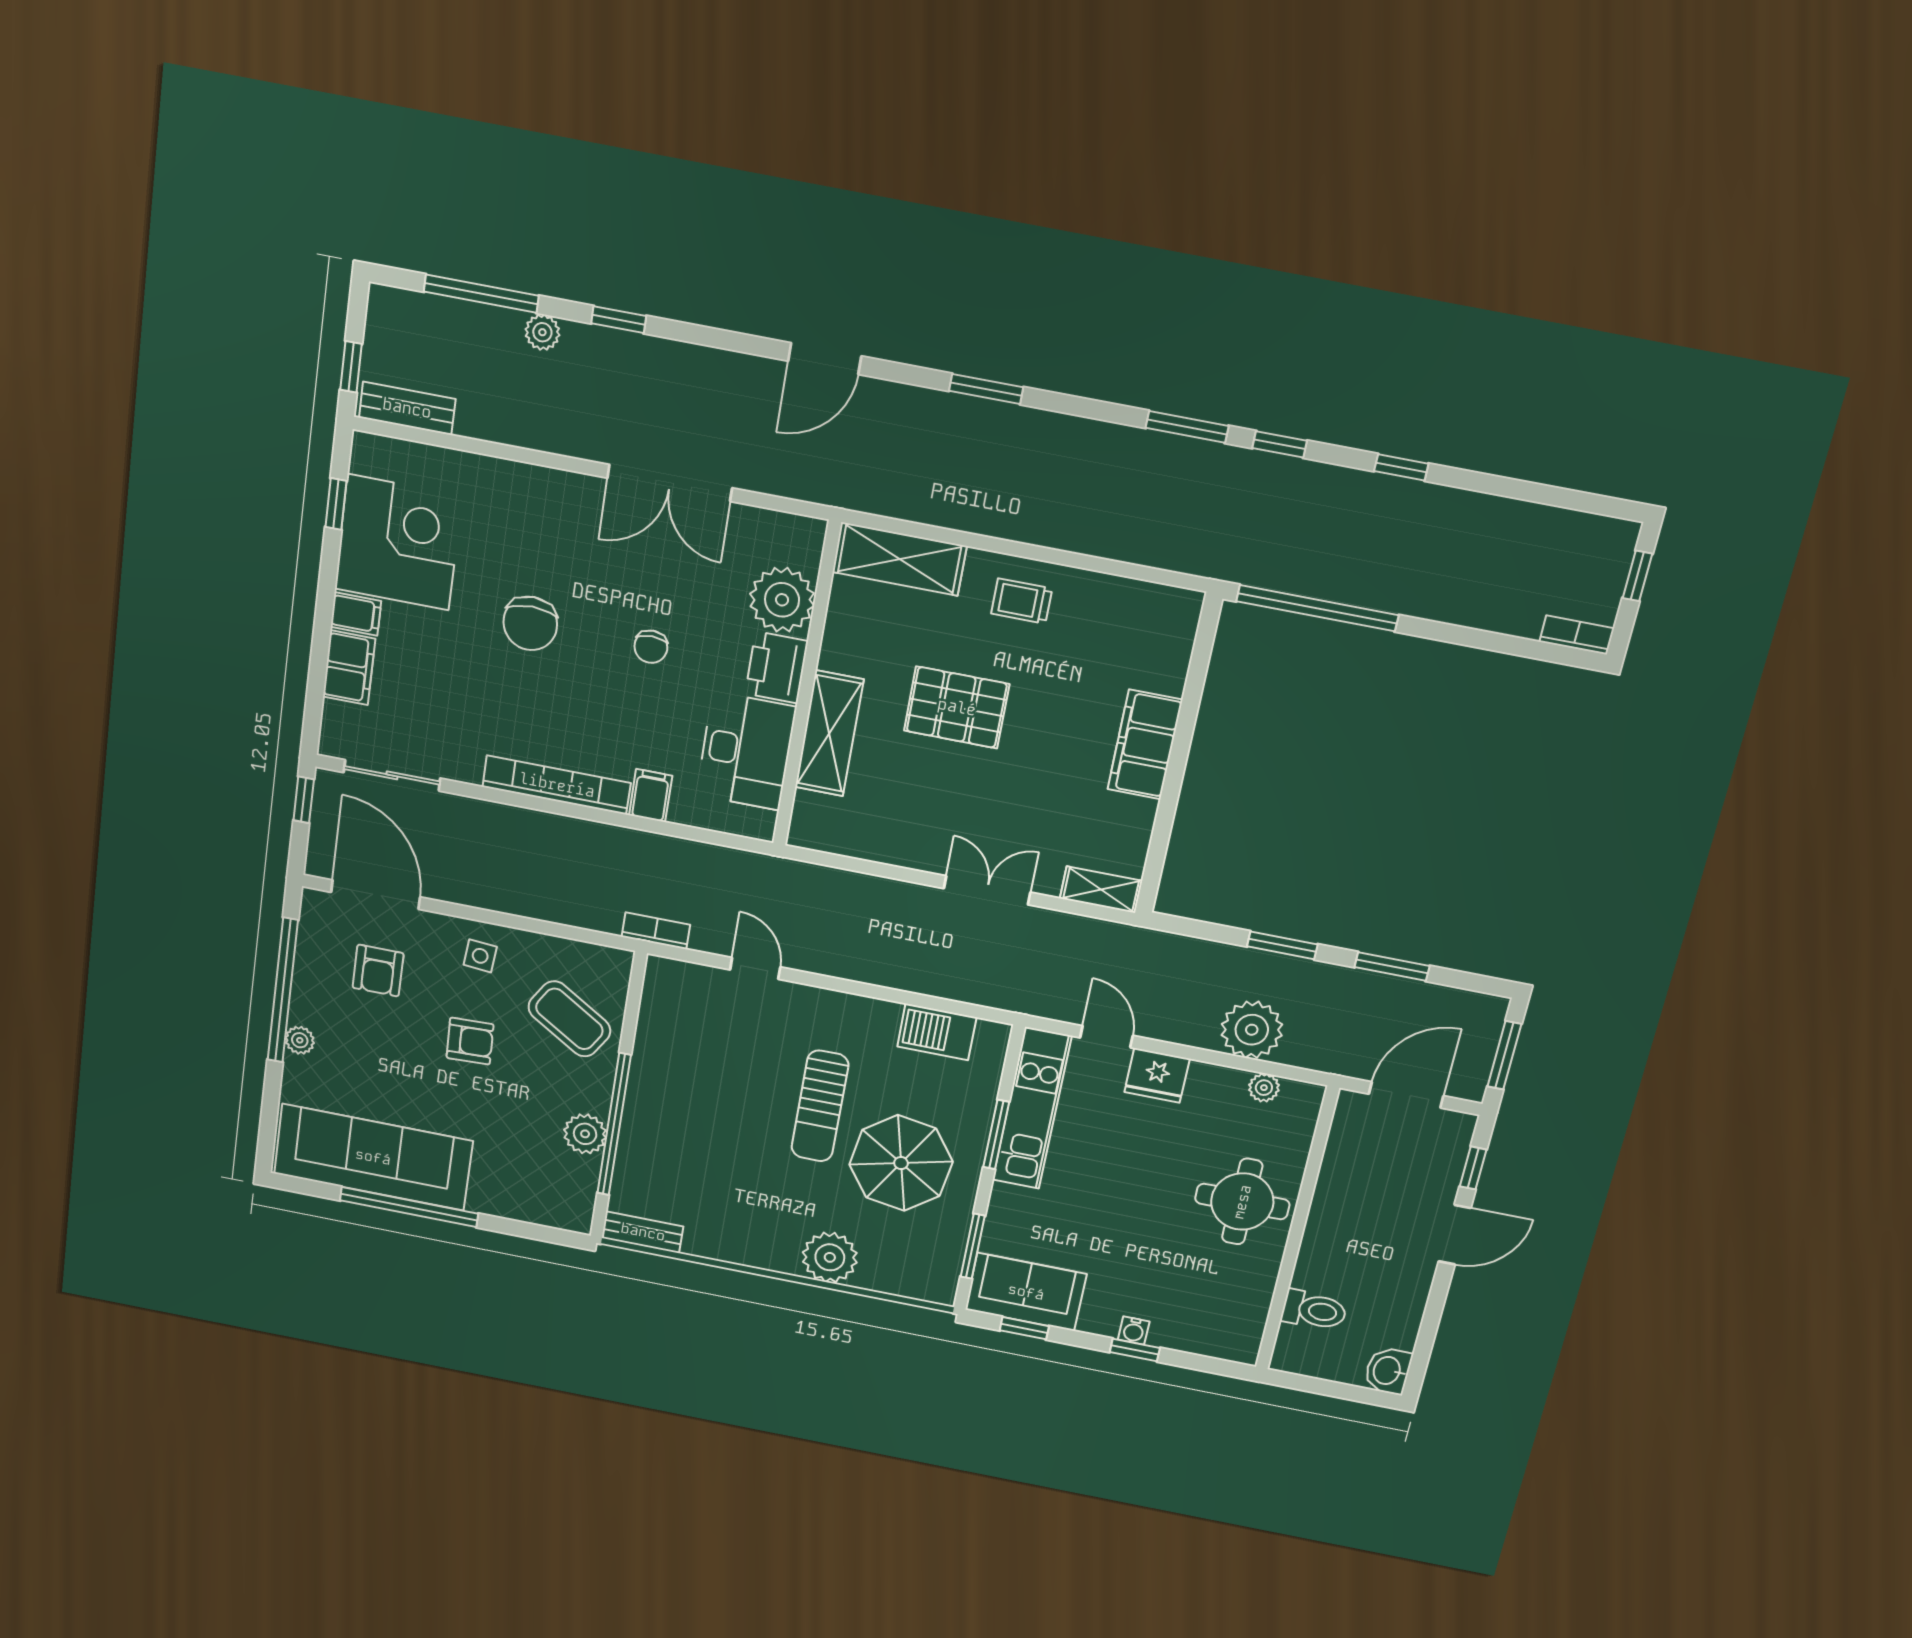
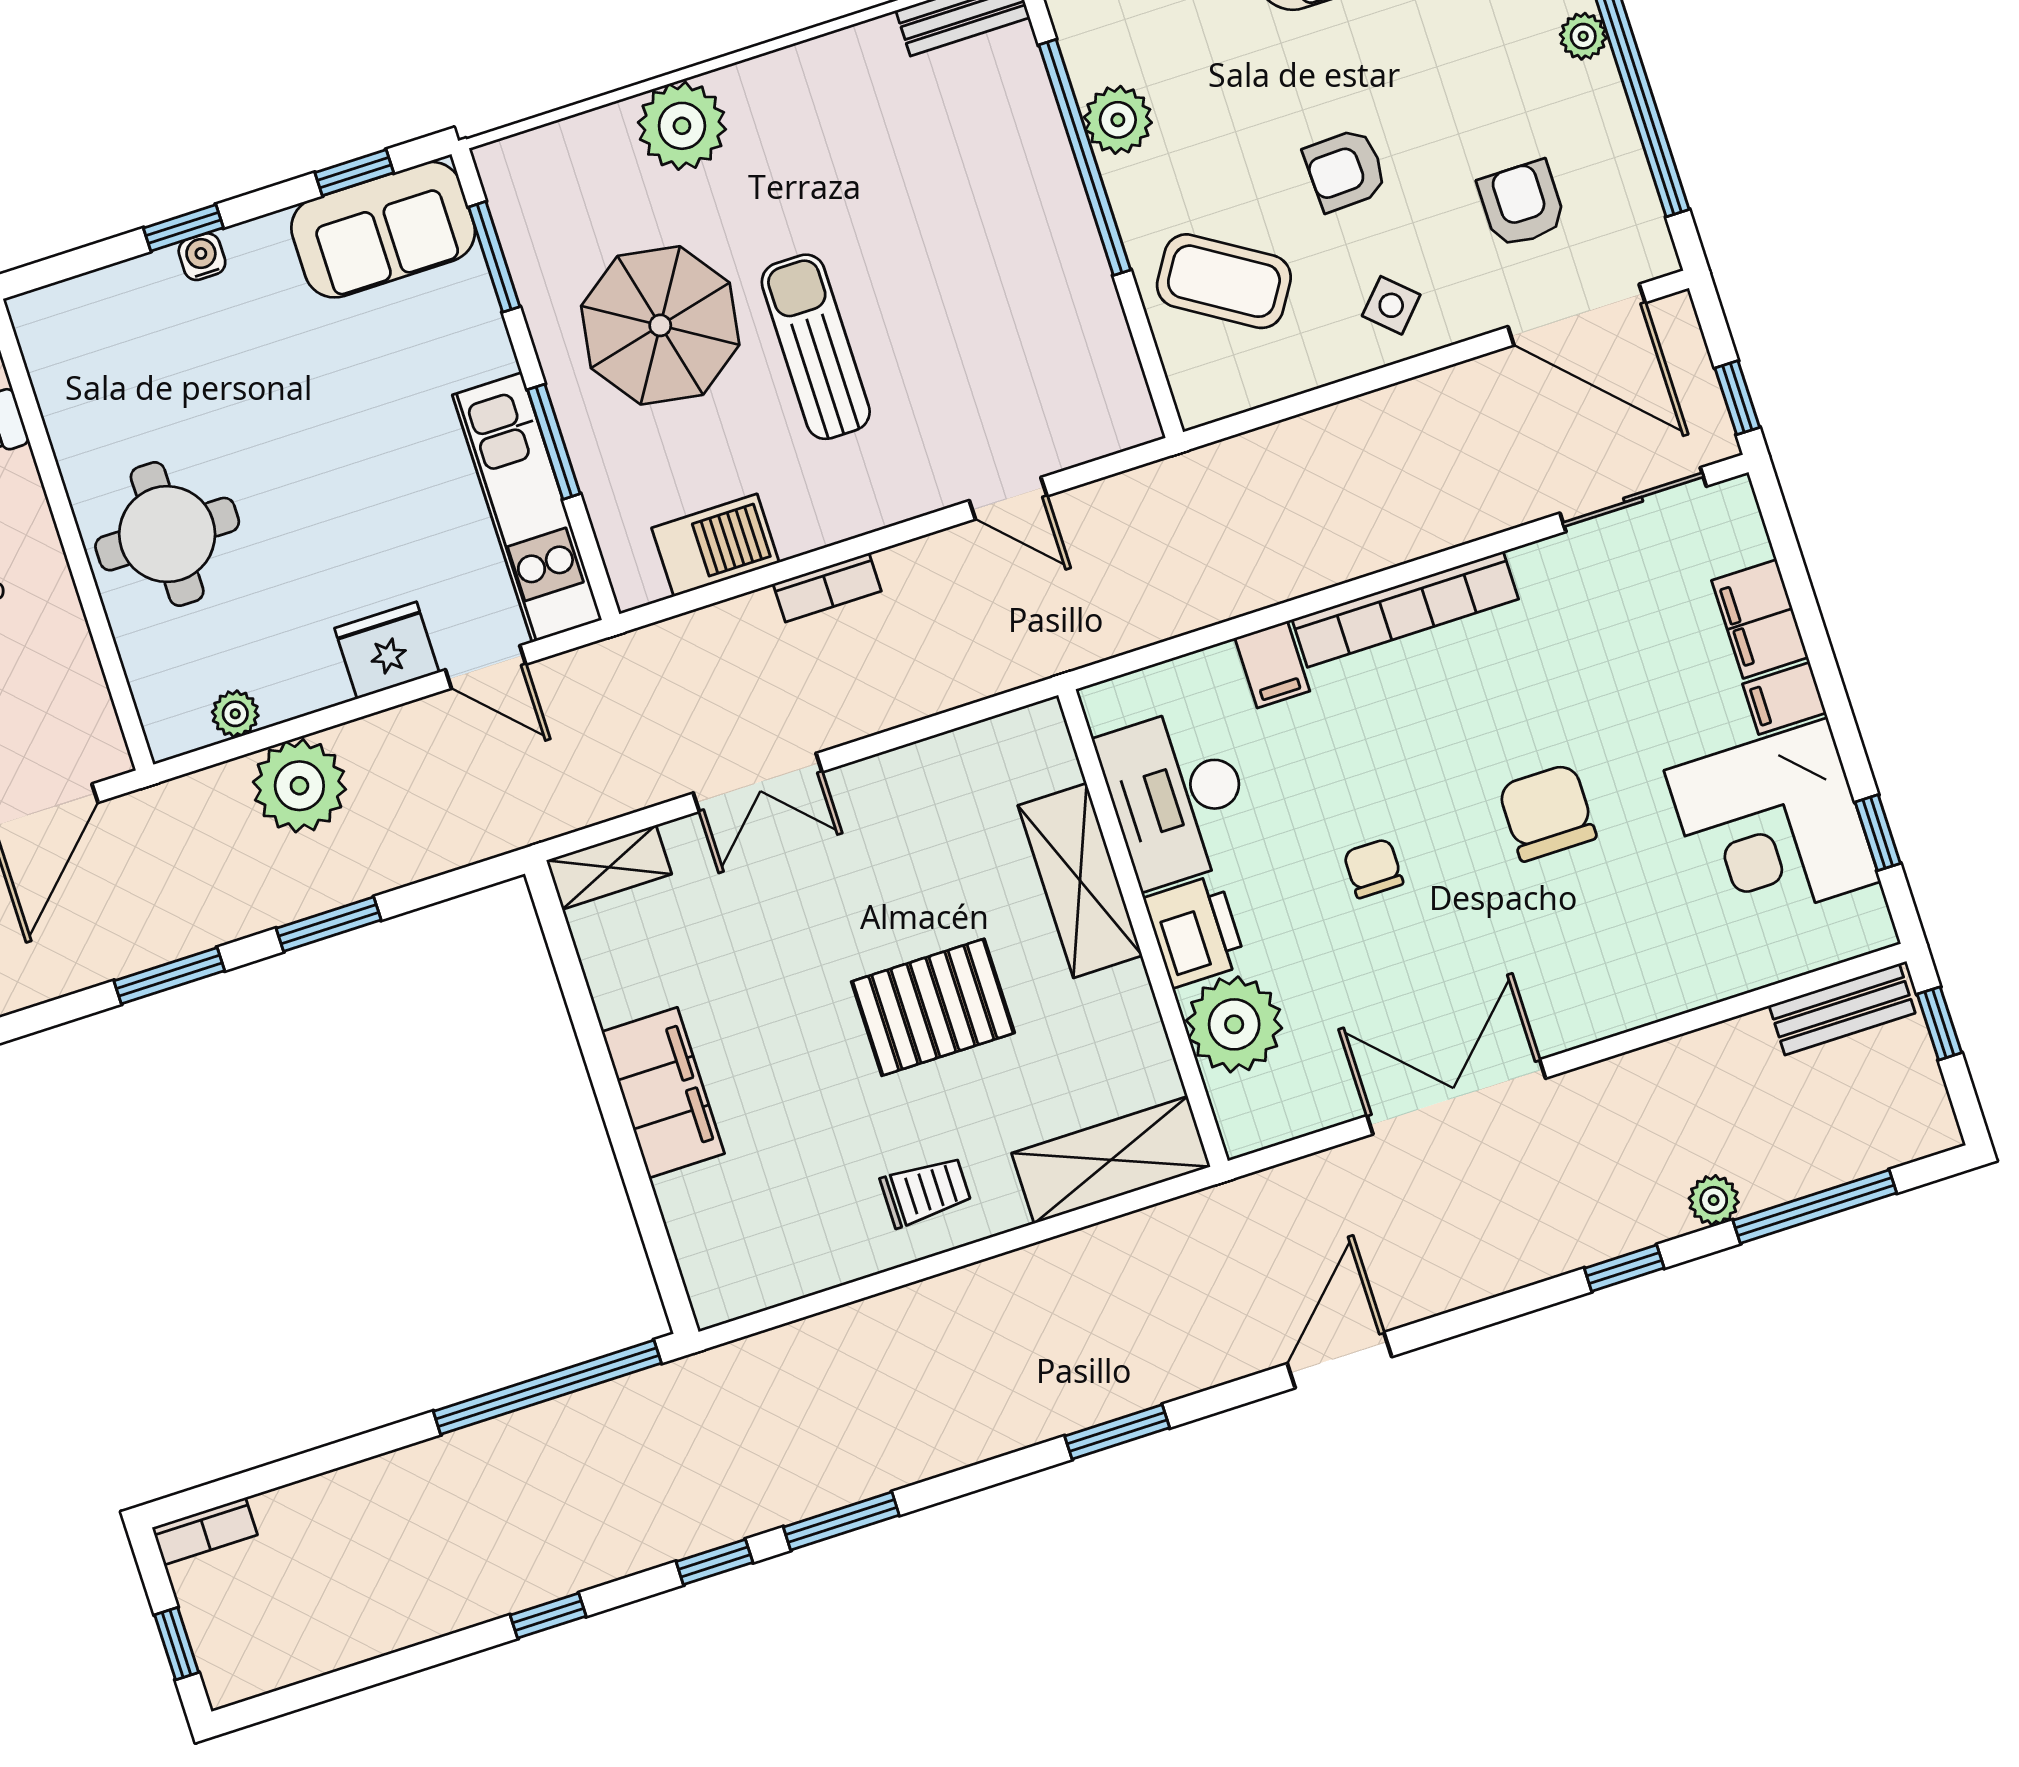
bookcase: (656, 931) -> (827, 587), moved
side table: (480, 956) -> (1391, 305), turned 38

